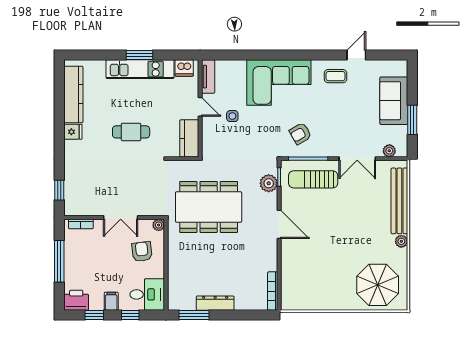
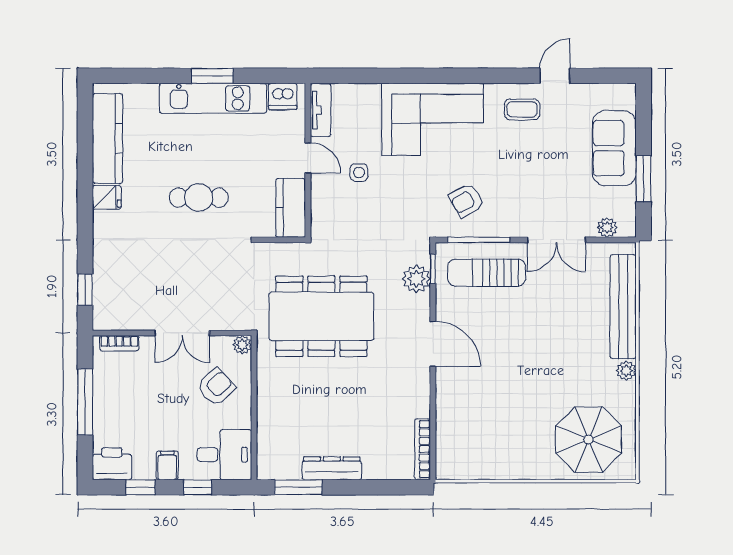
armchair: (142, 252) -> (216, 387), turned 54

